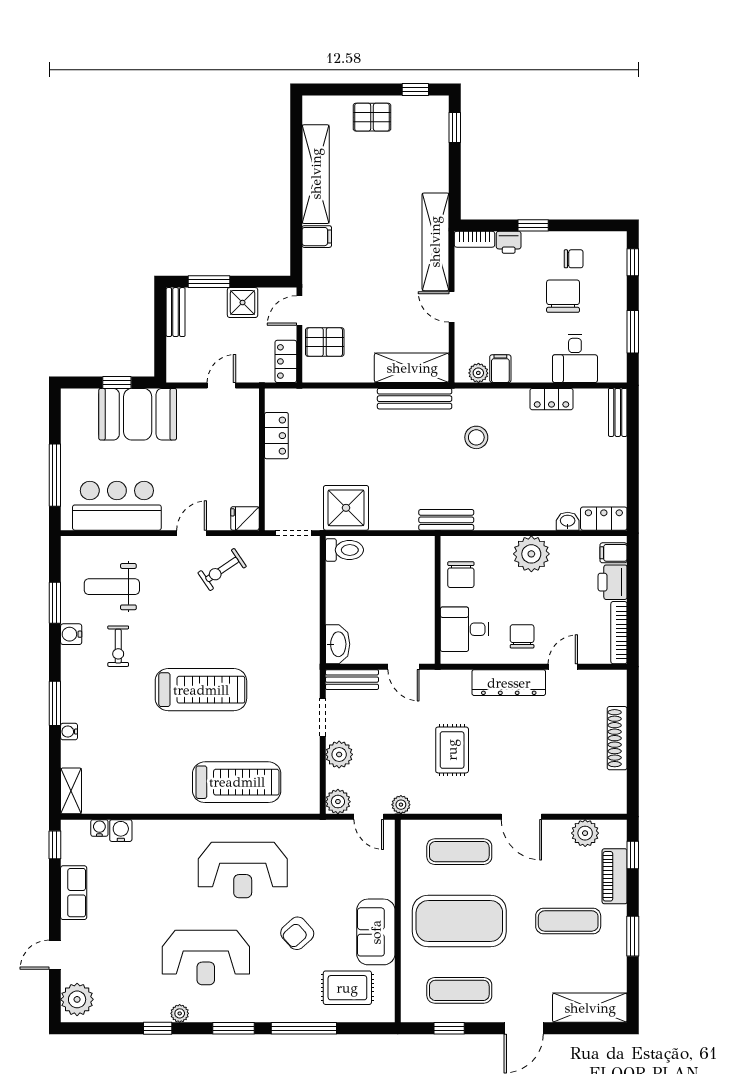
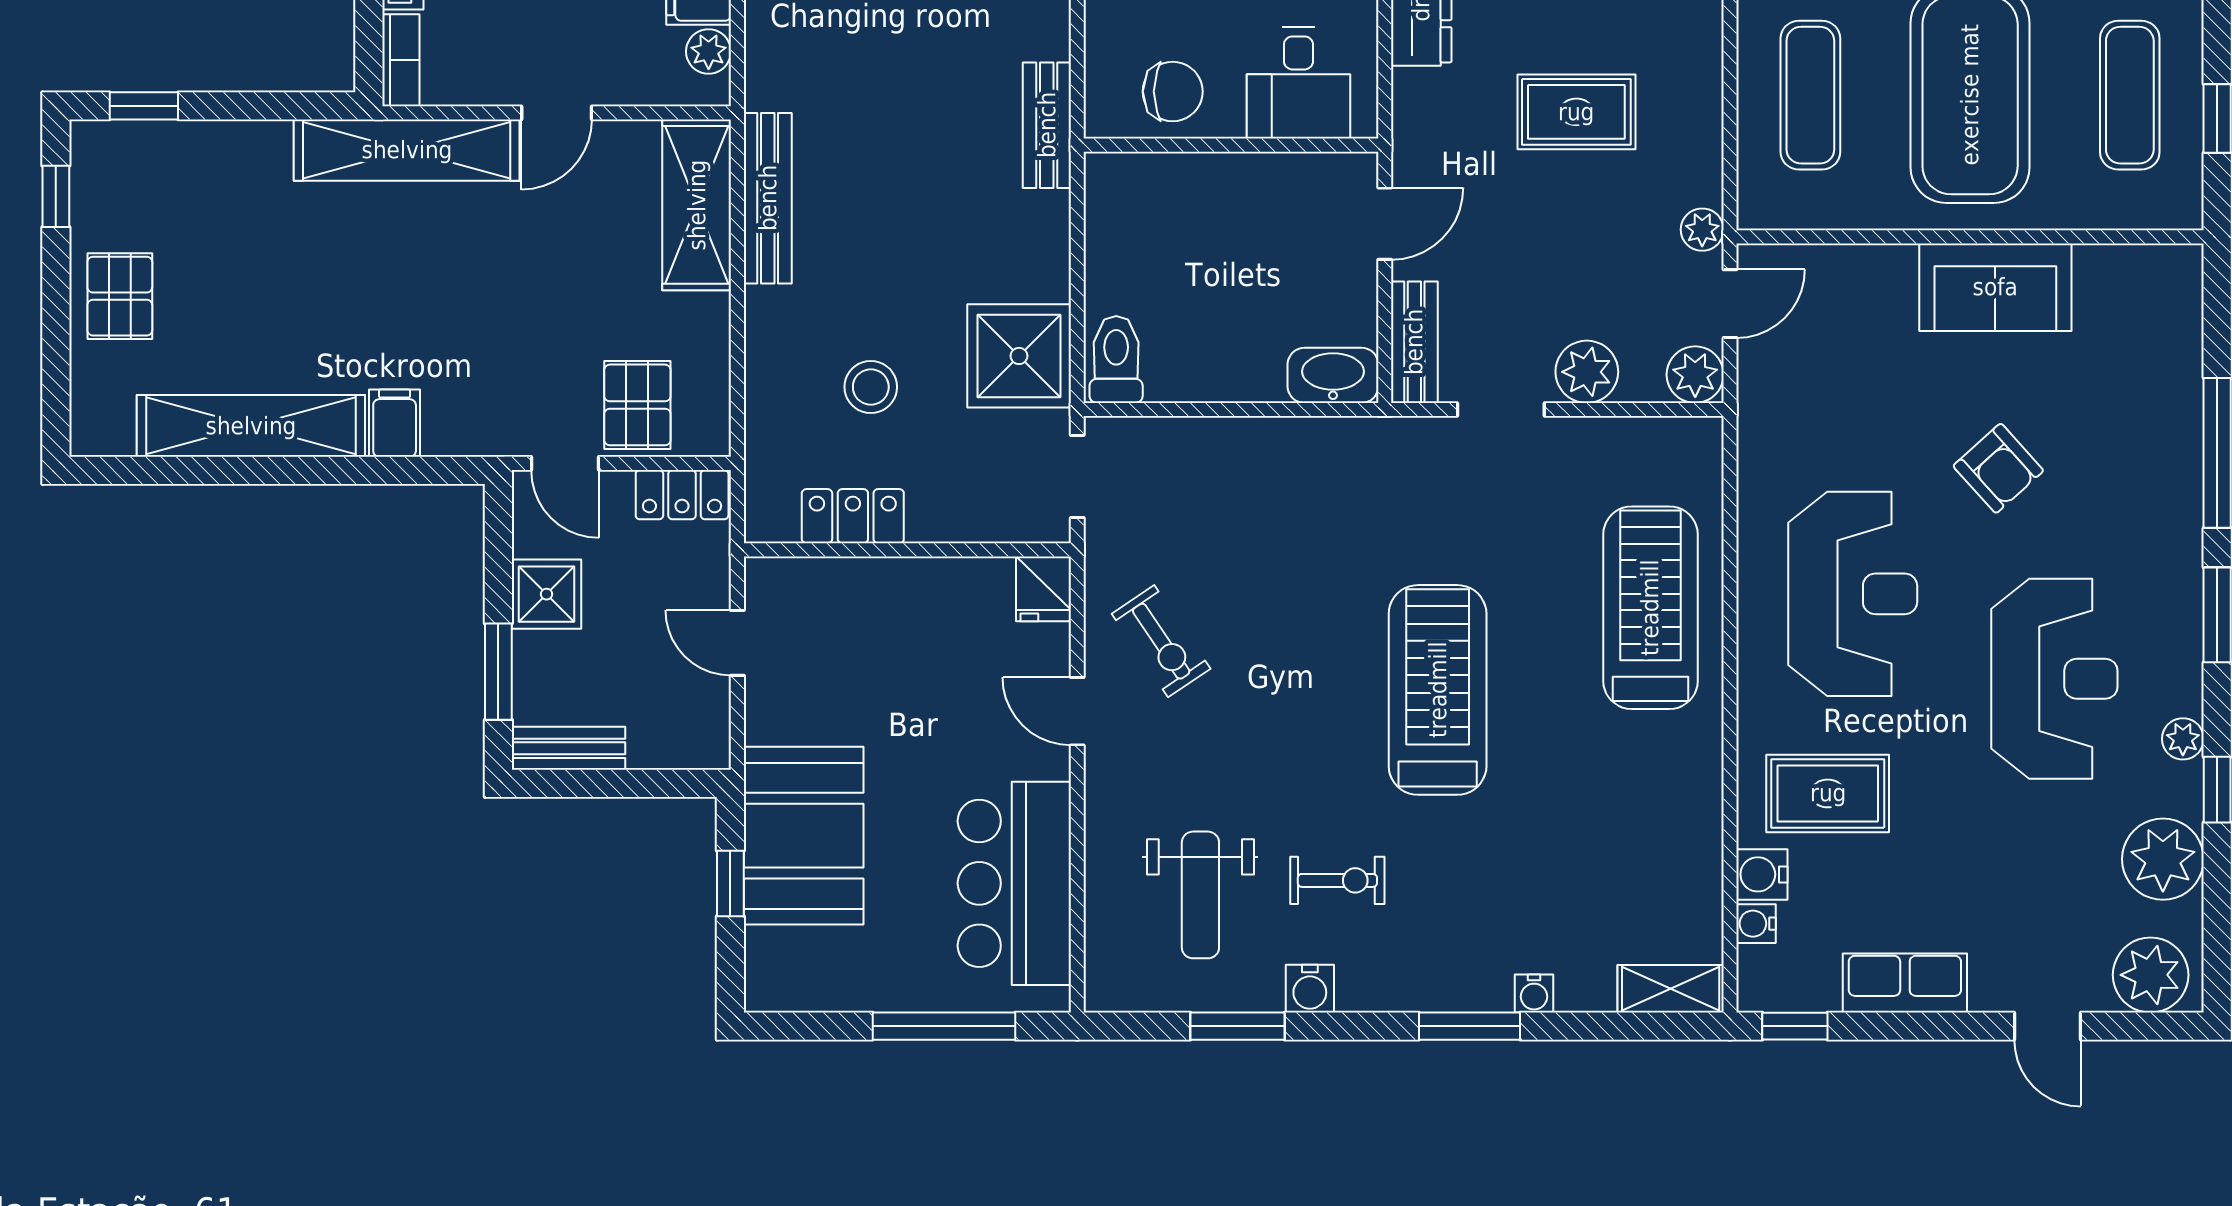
stool: (476, 437) -> (871, 387), moved
rug: (347, 988) -> (1828, 793), moved, turned 90
plant: (127, 1005) -> (2163, 859), added

